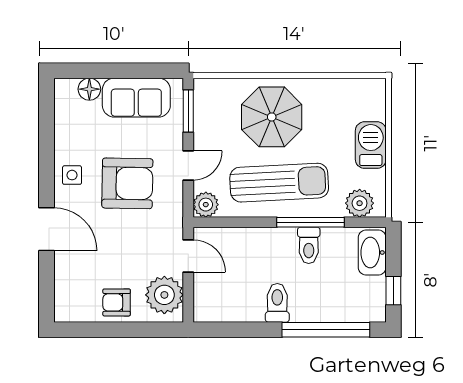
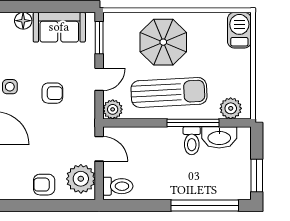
barbecue: (371, 145) -> (239, 30), moved
armchair: (127, 183) -> (52, 93), width x0.53, depth x0.53
washbasin: (372, 252) -> (219, 137), moved, turned -90
window: (393, 291) -> (257, 175), width x1.50
toilet: (277, 303) -> (118, 186), moved, turned 90

